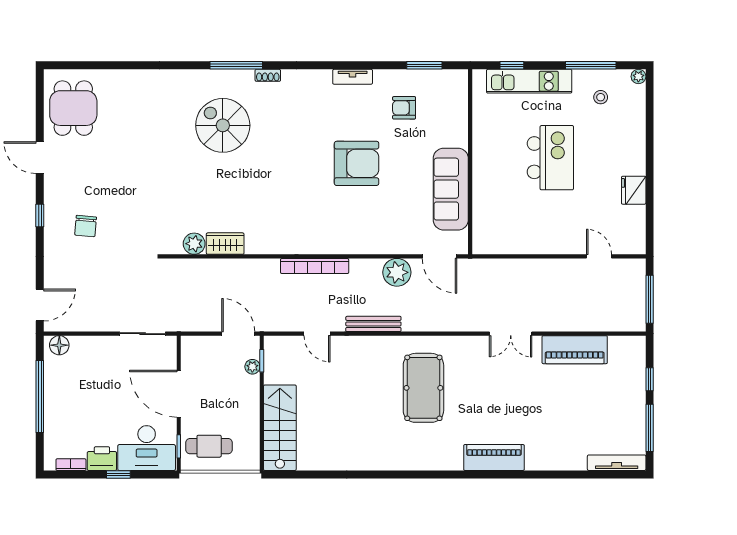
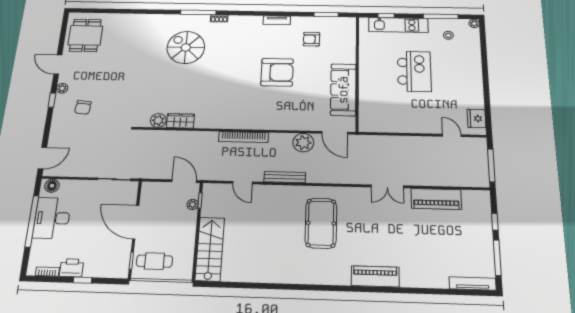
fridge: (634, 190) -> (476, 119), moved
plant: (52, 196) -> (62, 88), added
desk: (147, 448) -> (52, 218), moved, turned 90

